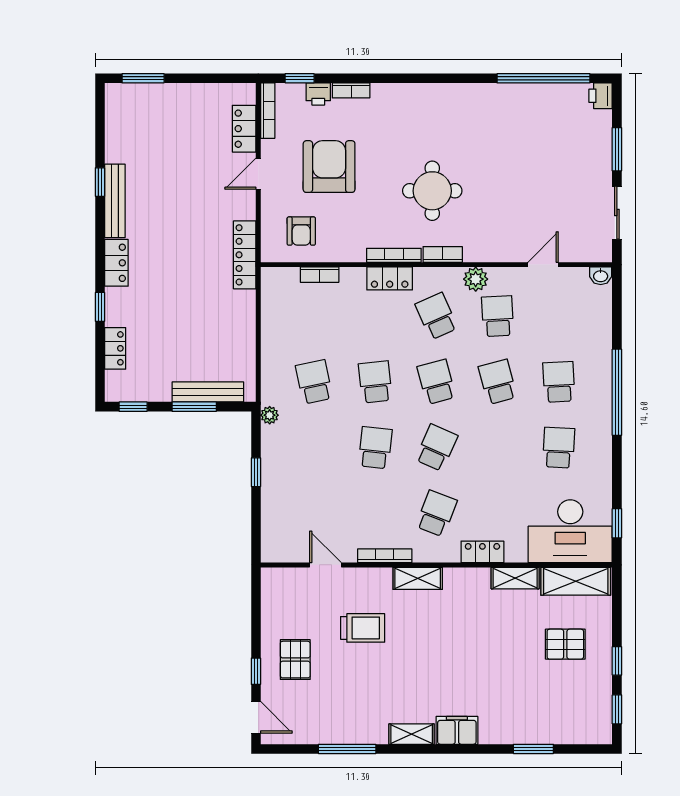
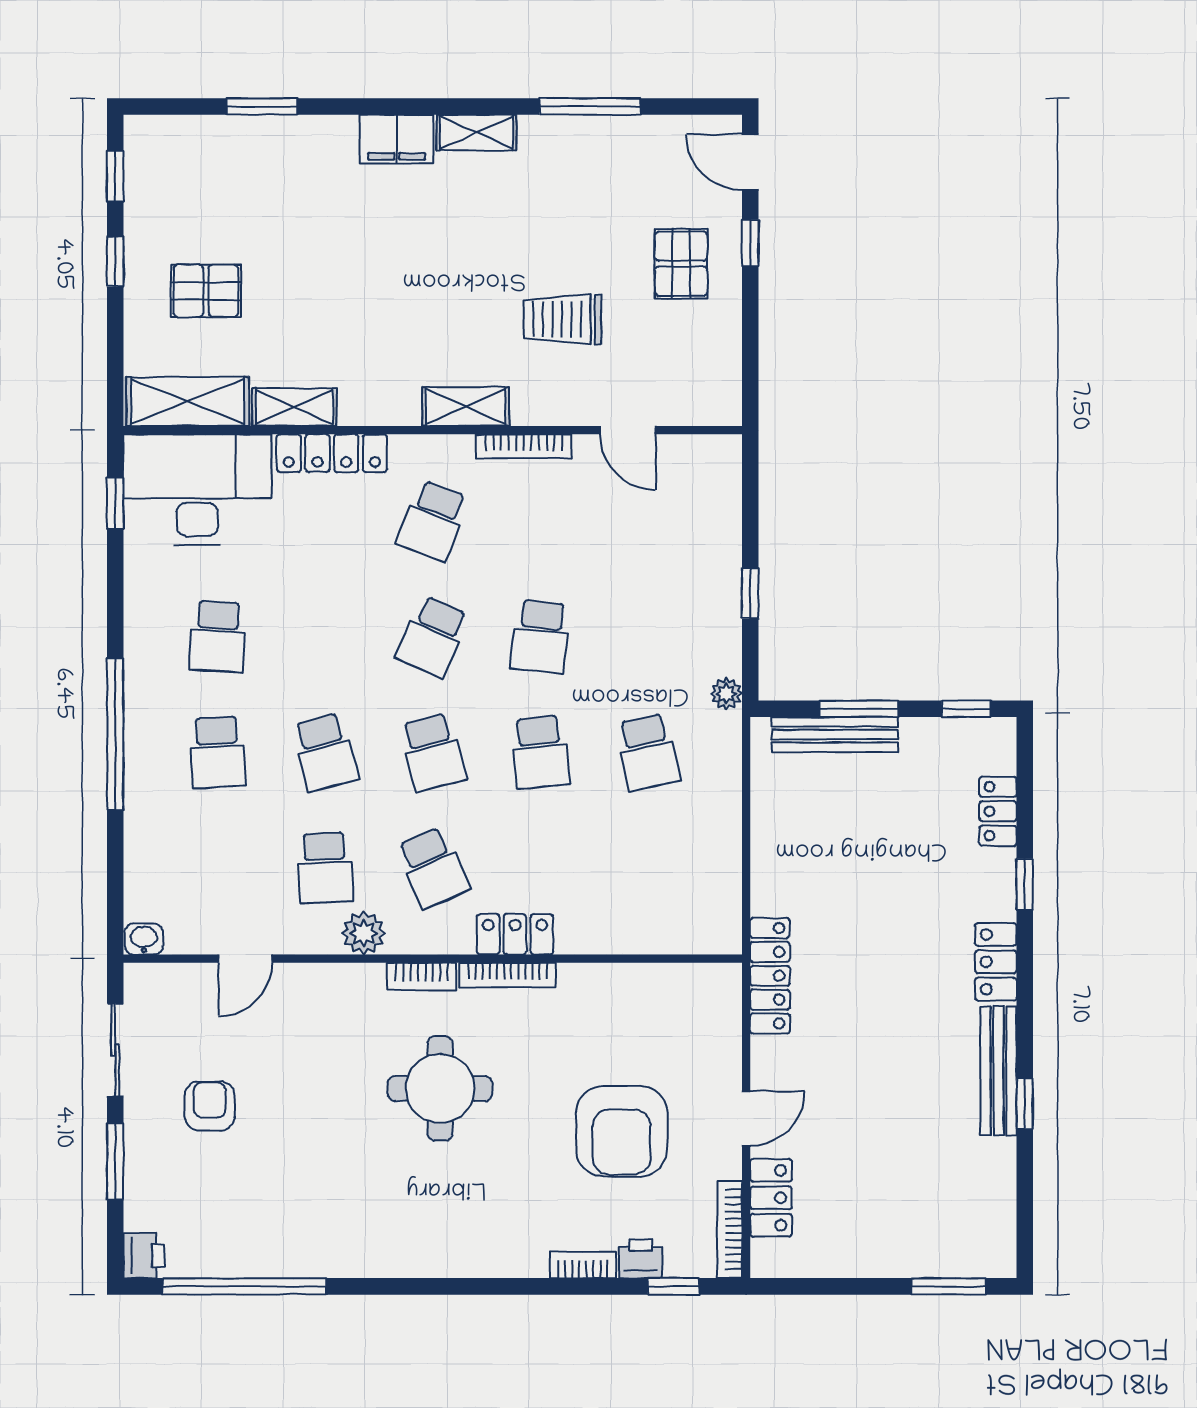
armchair: (301, 231) -> (210, 1106), moved
bookcase: (320, 275) -> (638, 941), removed
locker: (482, 552) -> (332, 453), width x1.53

